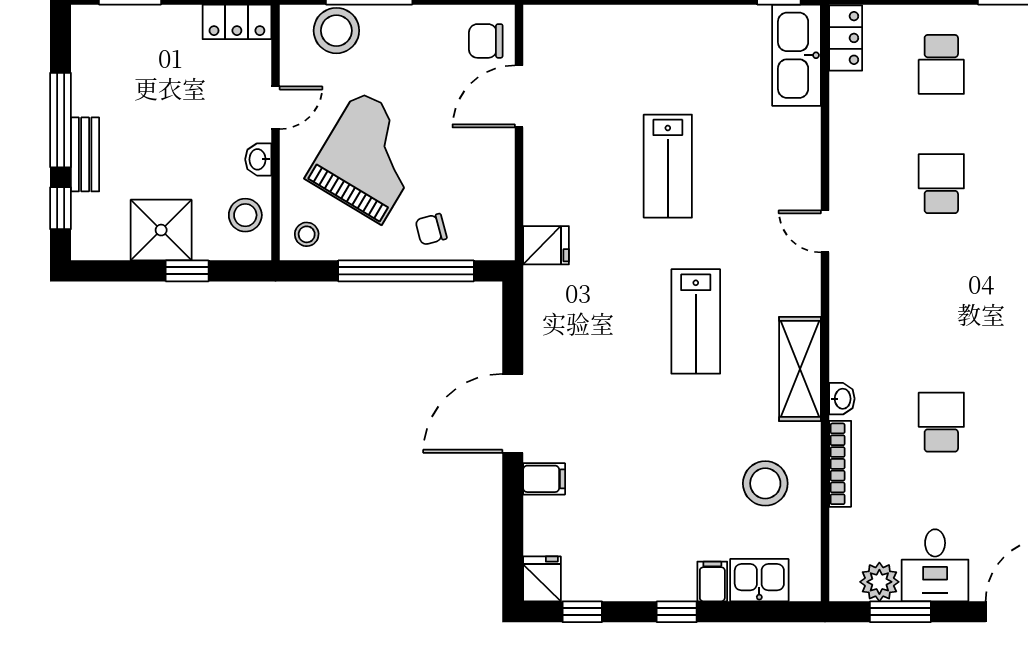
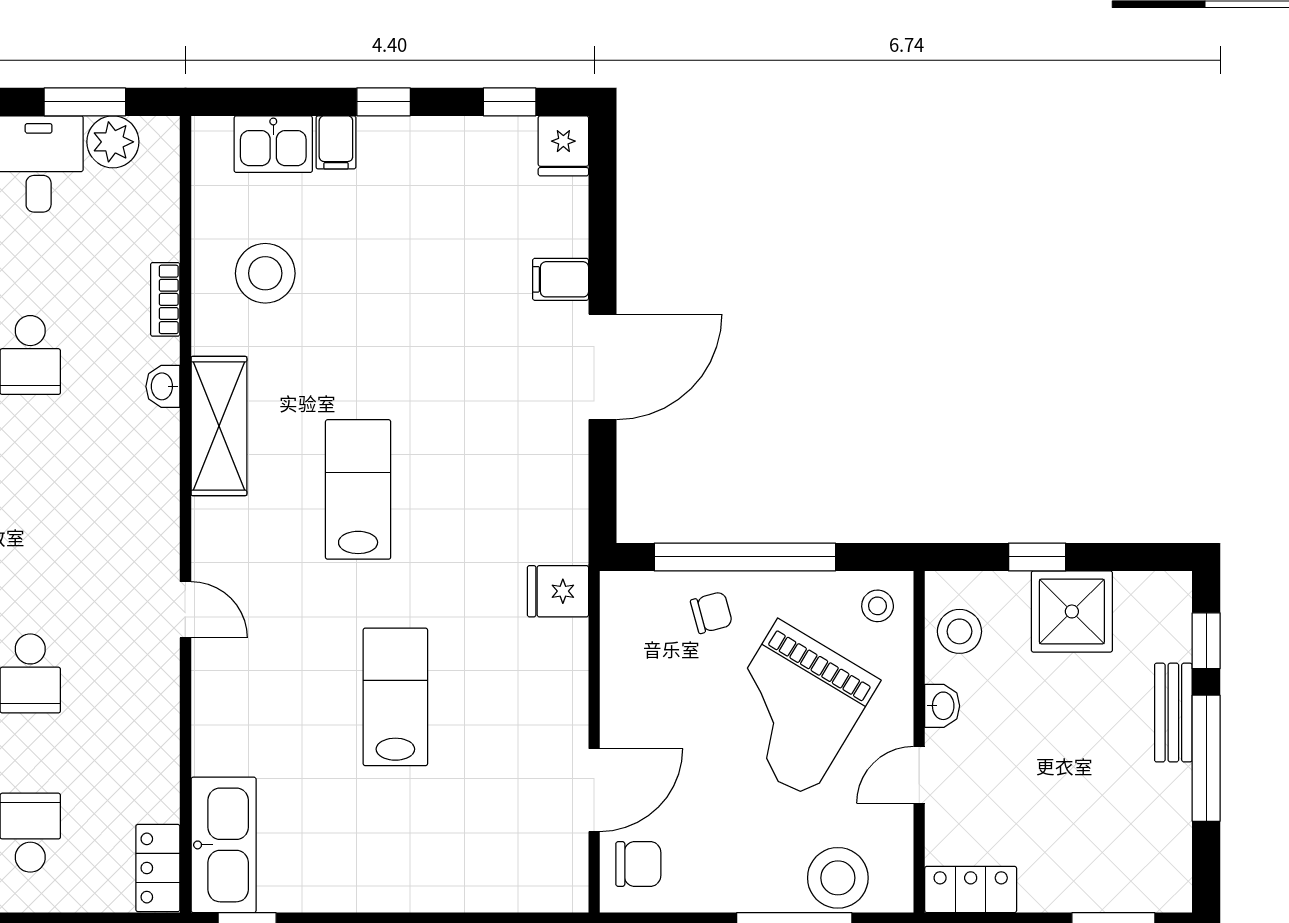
bookcase: (840, 464) -> (165, 299), width x0.64

